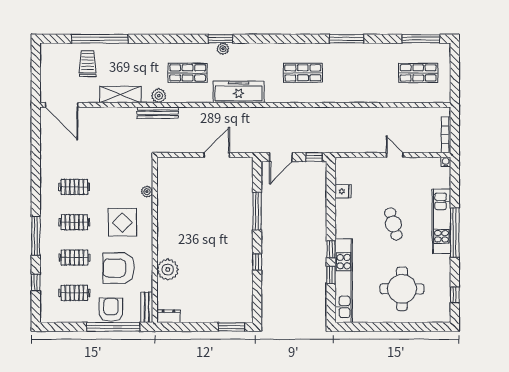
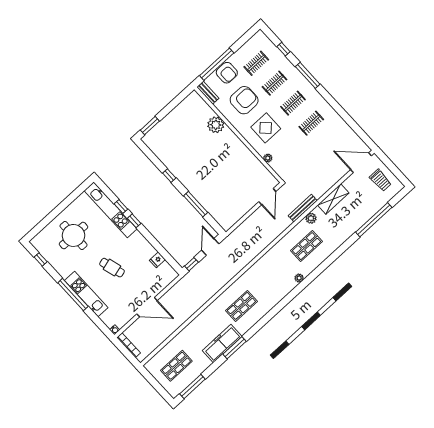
window: (220, 39) -> (306, 282), removed
trolley: (88, 64) -> (380, 180), moved
freezer: (239, 92) -> (222, 344), moved, turned 180
door: (217, 155) -> (267, 197), moved
door: (395, 155) -> (147, 307), width x1.87
dresser: (168, 316) -> (191, 99), removed

